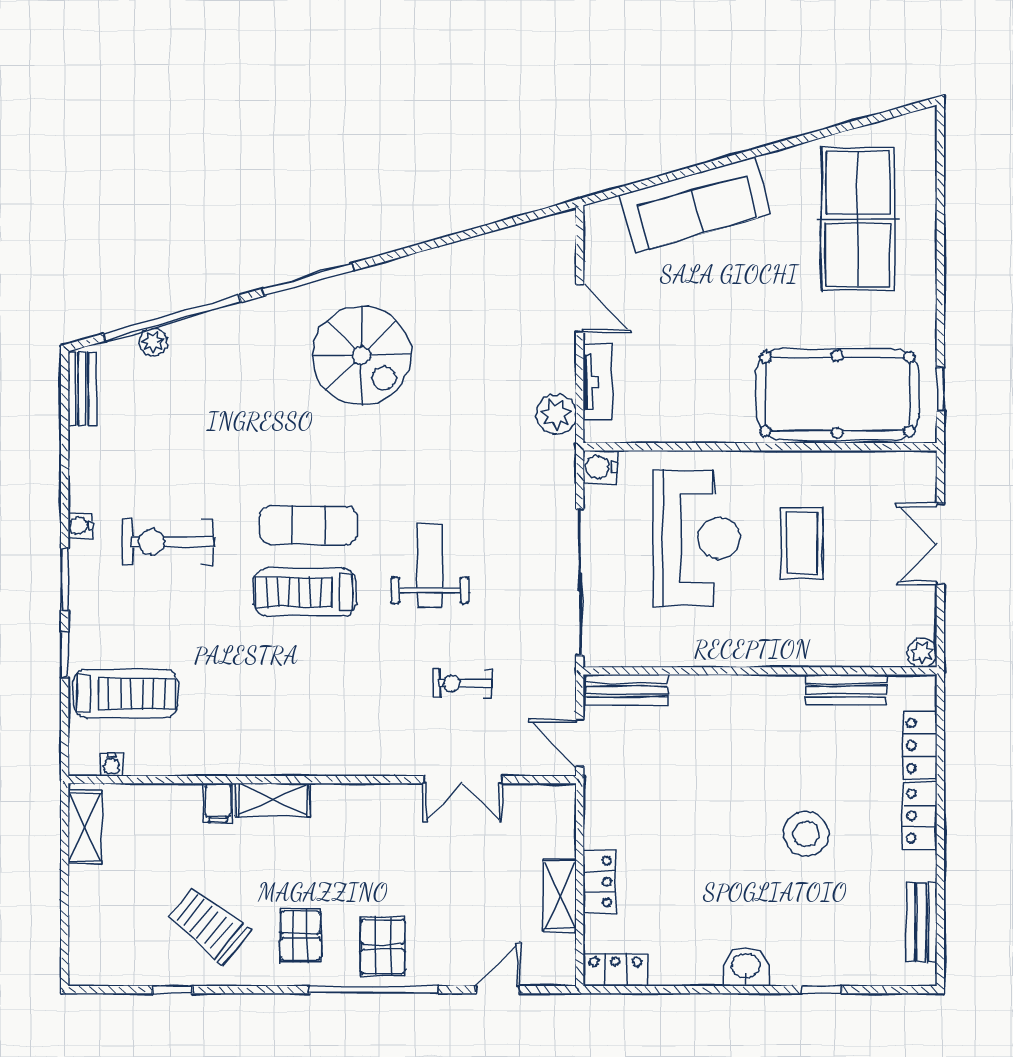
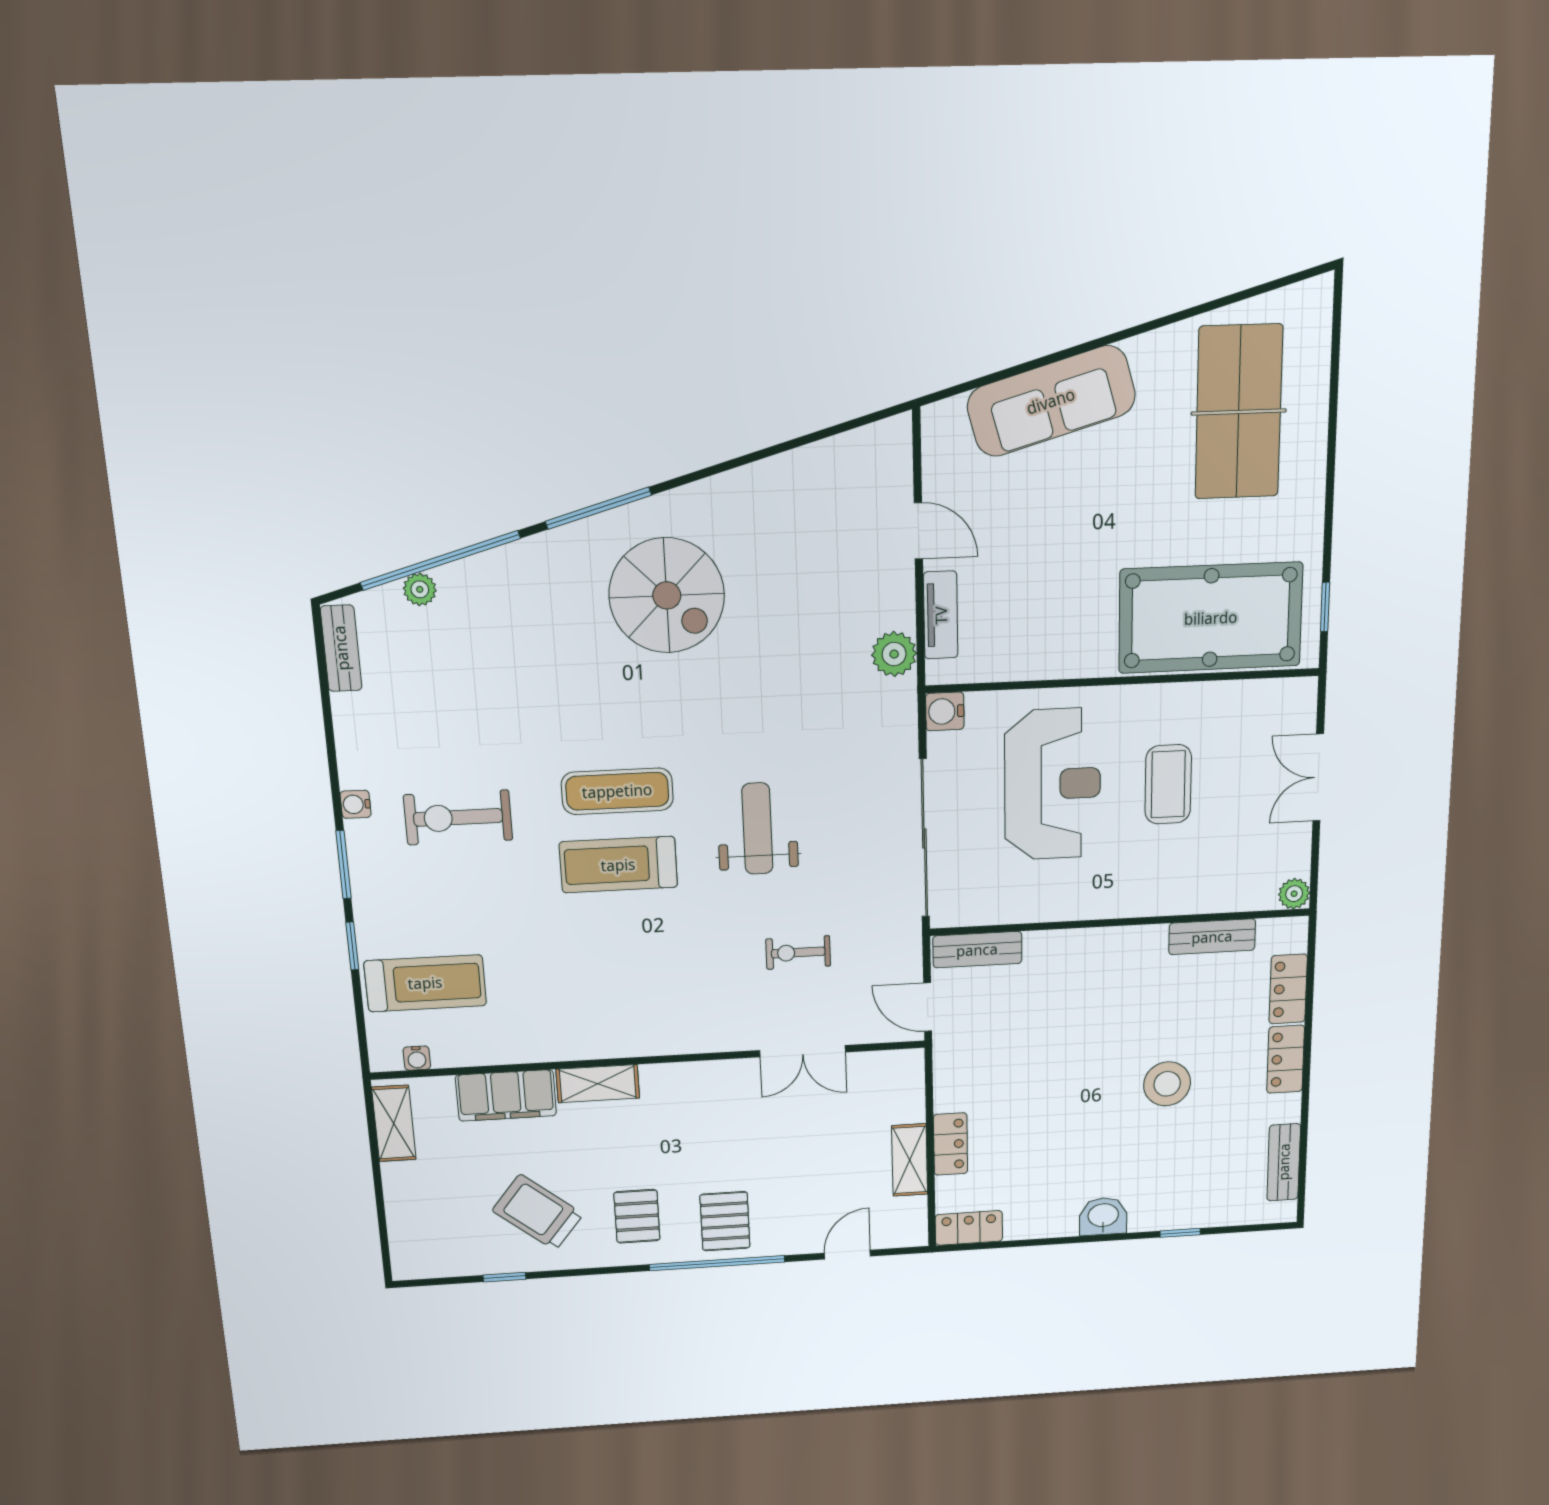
filing cabinet: (218, 803) -> (506, 1095), width x3.00, depth x1.17

